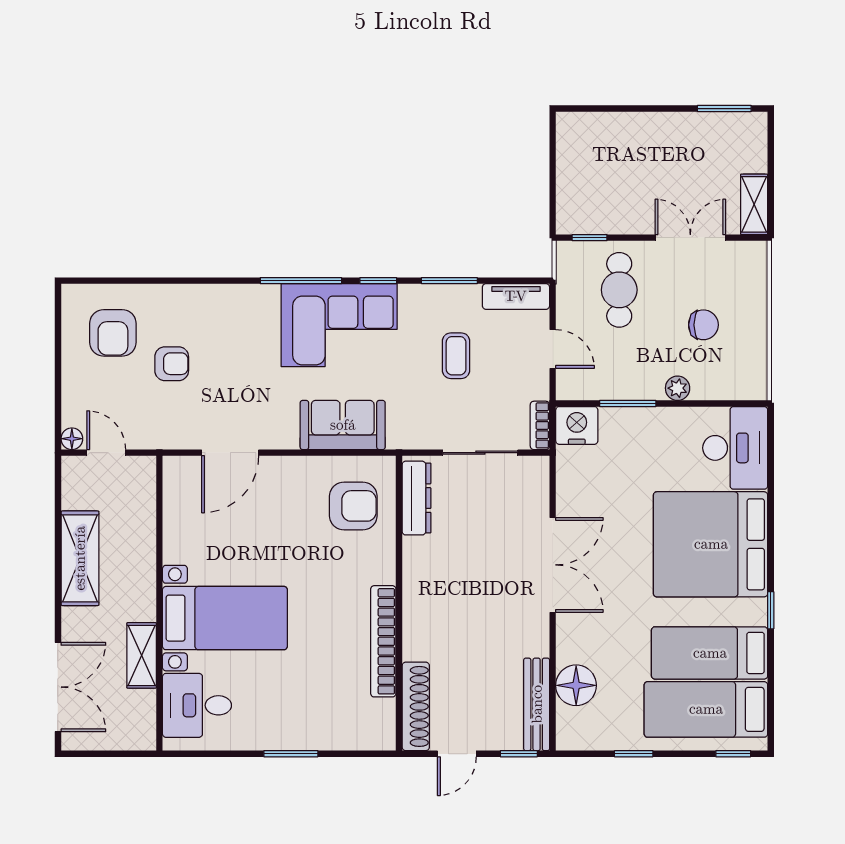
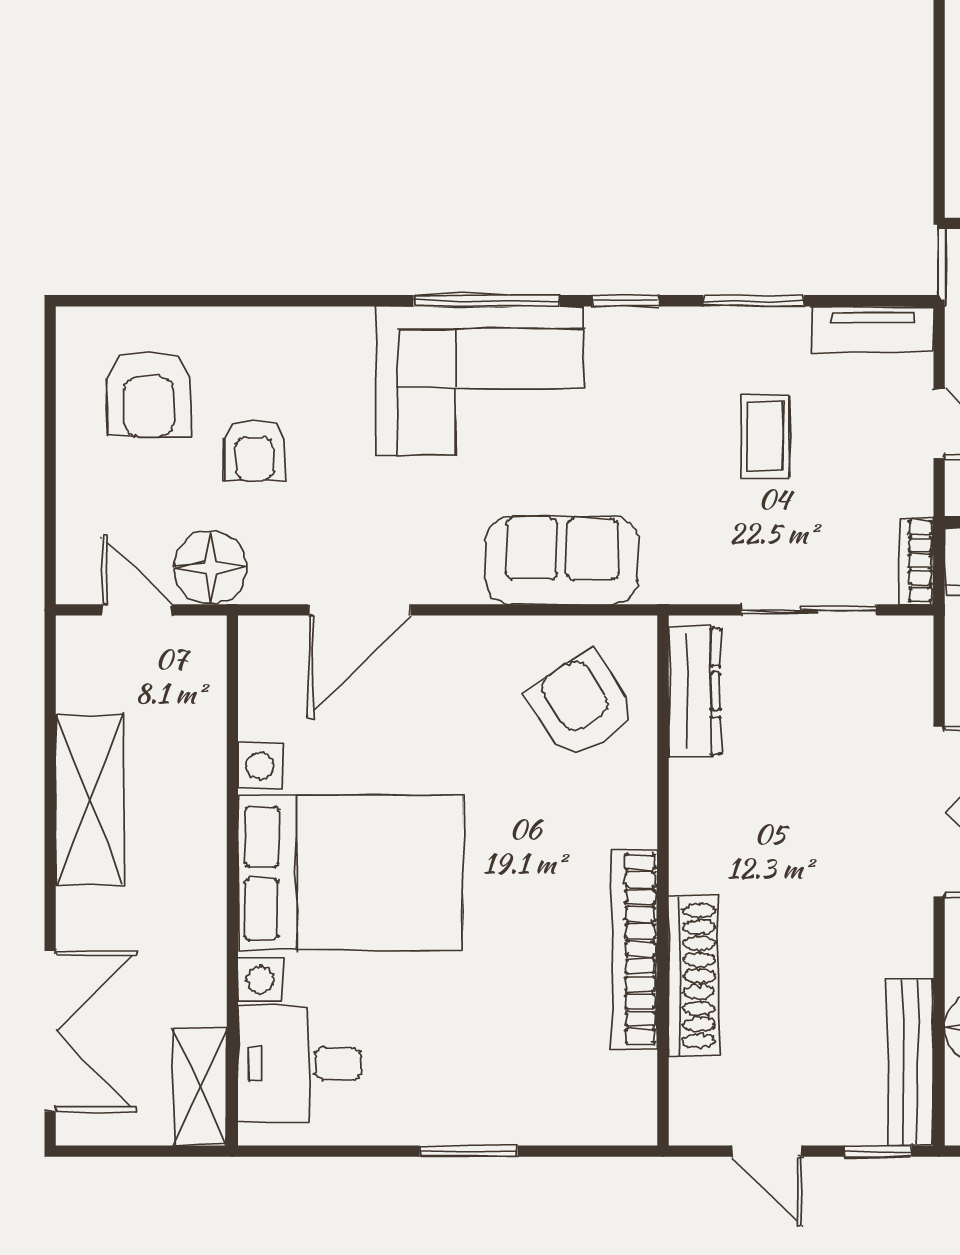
corner sofa: (339, 325) -> (480, 381), moved
armchair: (172, 364) -> (255, 450), turned 90
floor lamp: (72, 439) -> (210, 568), moved, width x1.89, depth x1.89
armchair: (353, 506) -> (581, 706), turned -123
bed with nightstands: (225, 618) -> (350, 873), width x1.36
shelving: (142, 655) -> (200, 1087), moved
shoe rack: (416, 706) -> (693, 976), moved
door: (457, 754) -> (767, 1151), hinge flipped

